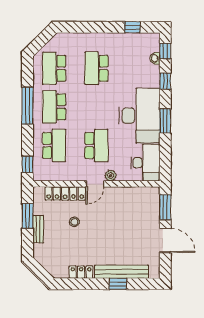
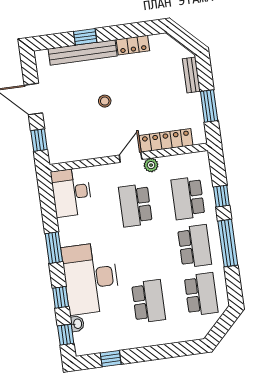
desk: (139, 116) -> (91, 278), moved
window: (27, 164) -> (221, 196), moved
plant: (111, 176) -> (151, 165), moved
window: (165, 207) -> (39, 140), width x0.67
stool: (74, 222) -> (105, 101), moved
bench: (38, 229) -> (191, 75), moved

